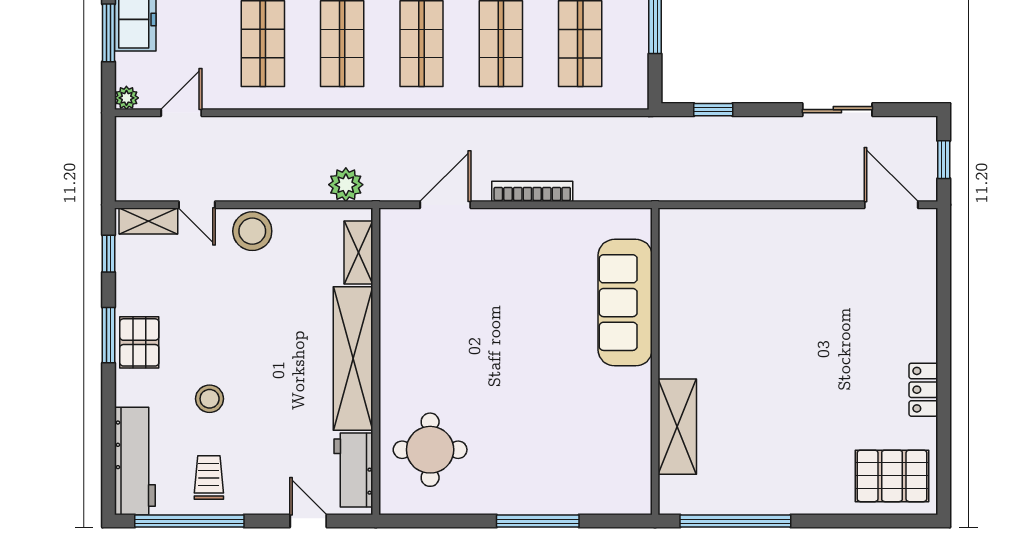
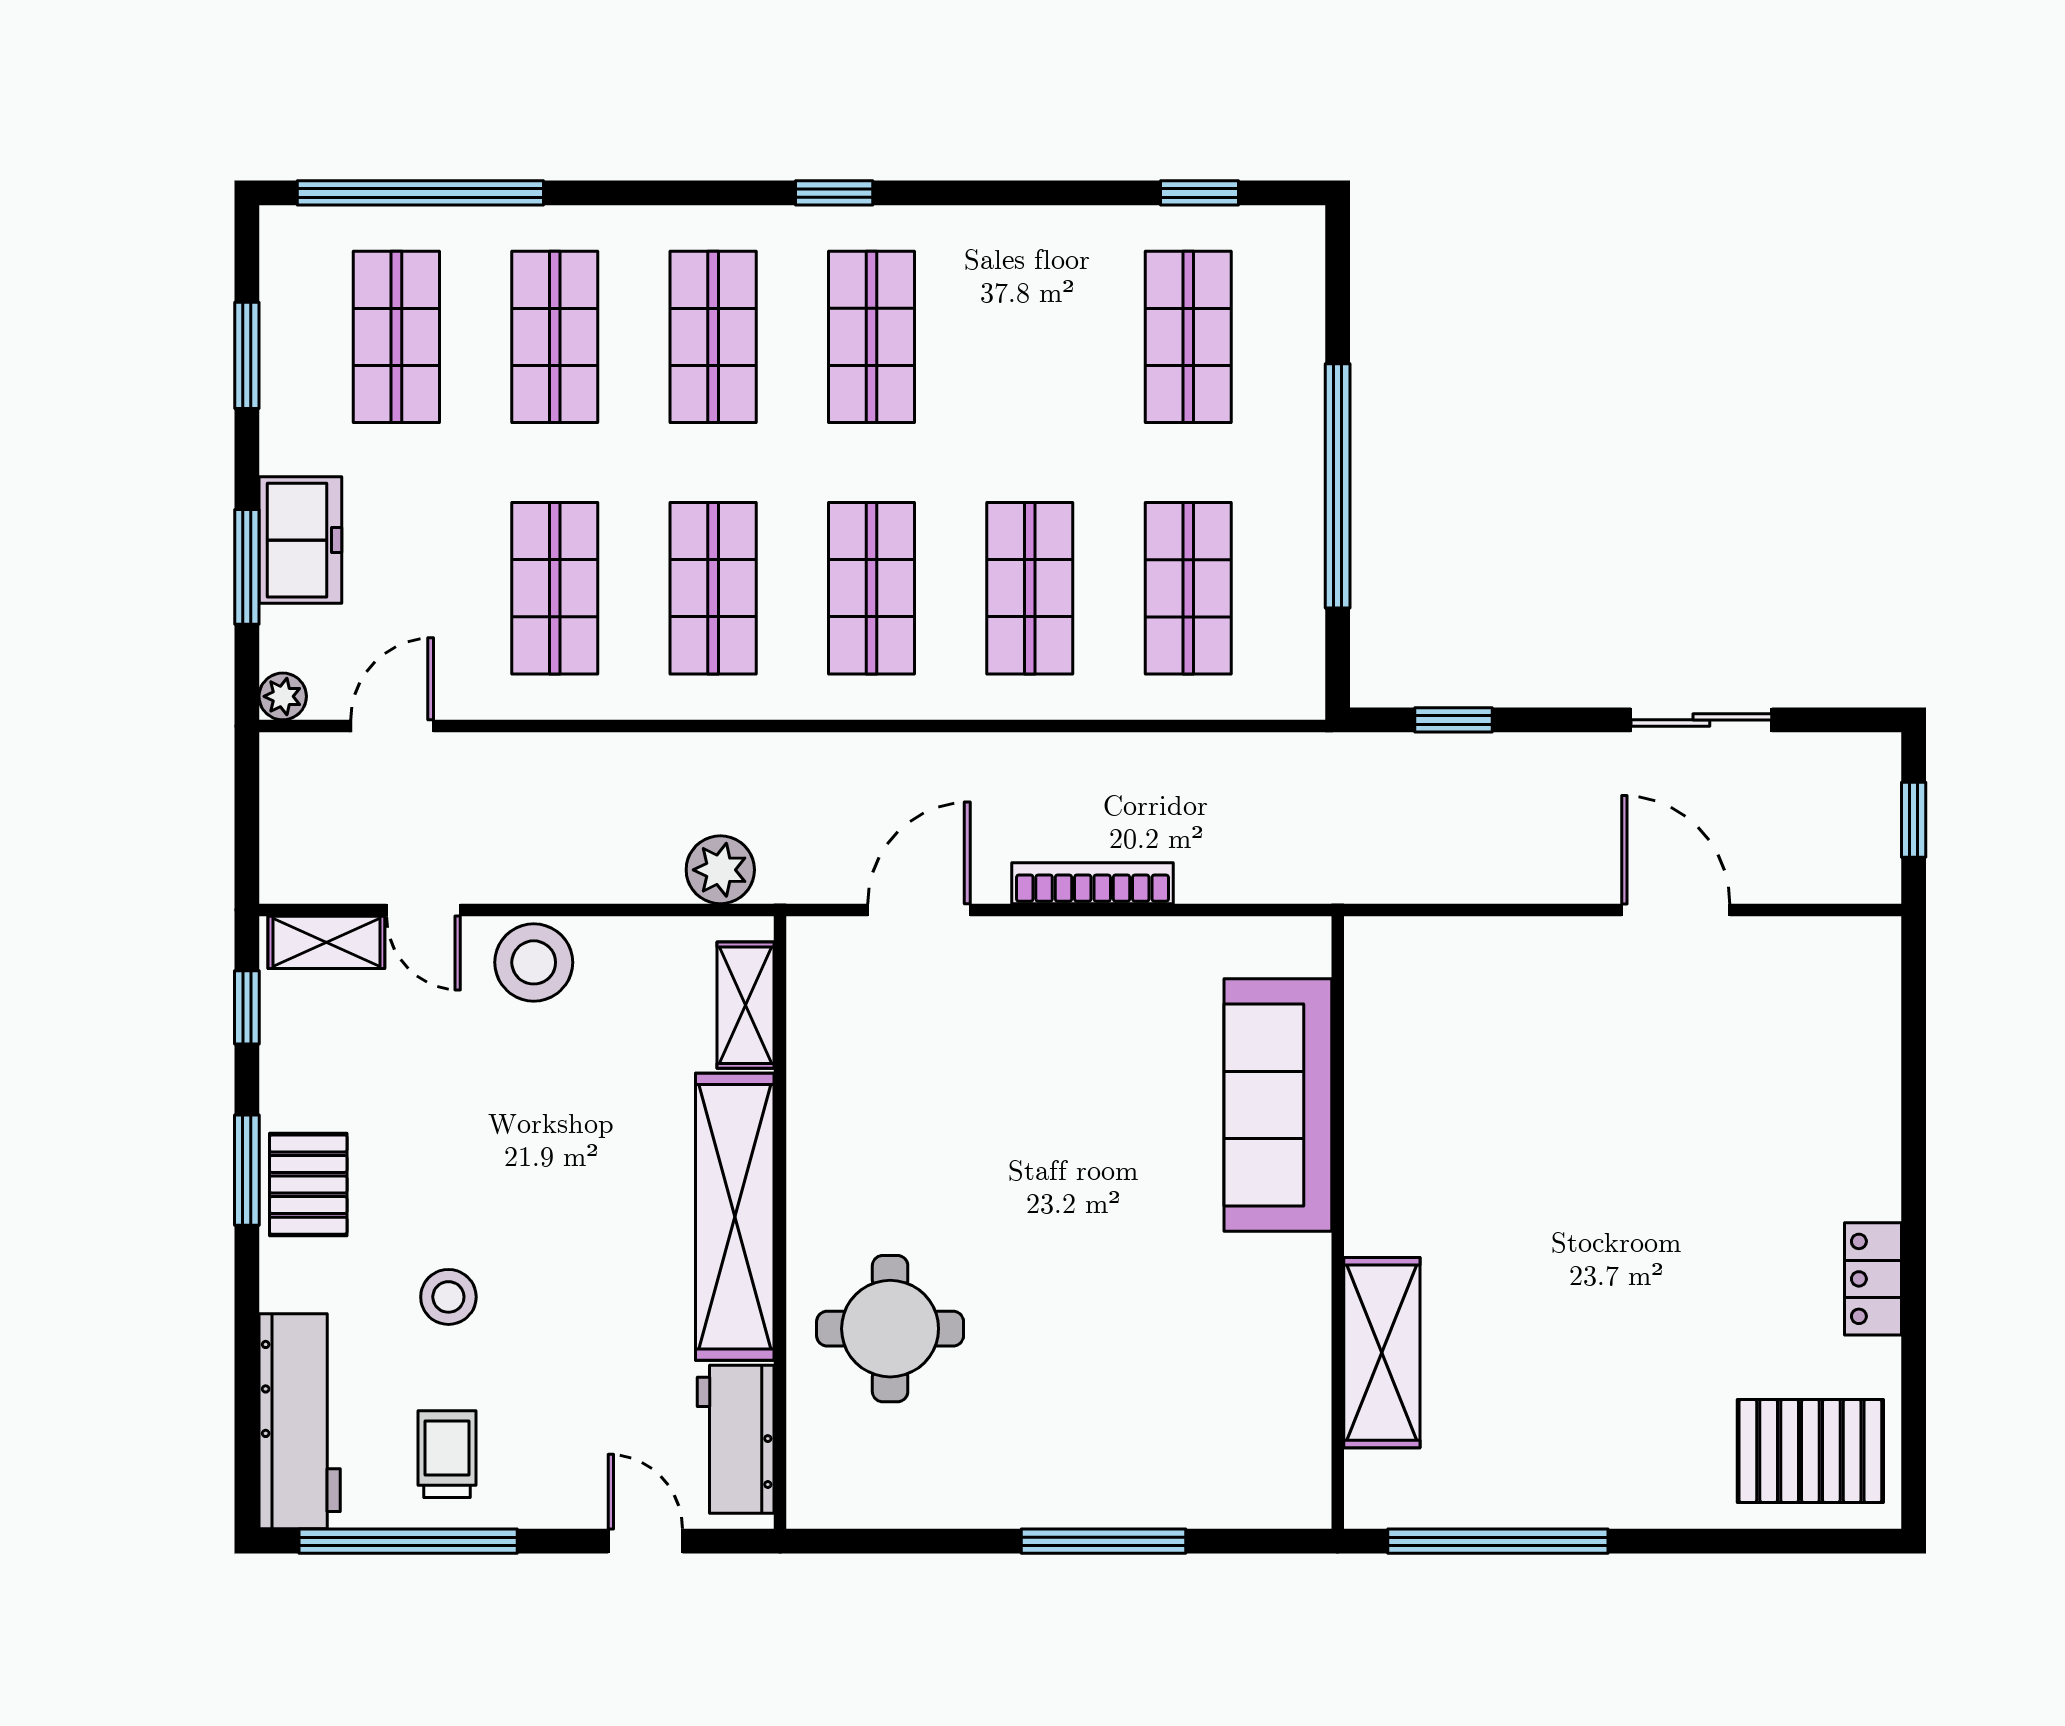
door: (891, 205) -> (1676, 910), moved
round table: (430, 450) -> (890, 1329), moved

